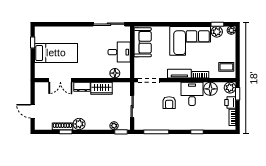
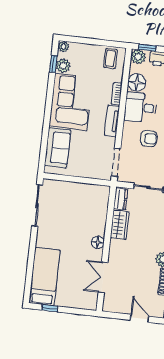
sofa: (143, 42) -> (58, 148), moved, turned 90
desk: (119, 52) -> (75, 196), removed
bed: (56, 53) -> (44, 277), moved
floor lamp: (115, 73) -> (98, 242), moved
double door: (60, 80) -> (103, 277), swing flipped
dresser: (82, 87) -> (121, 199), moved
door: (33, 111) -> (140, 318), swing flipped

